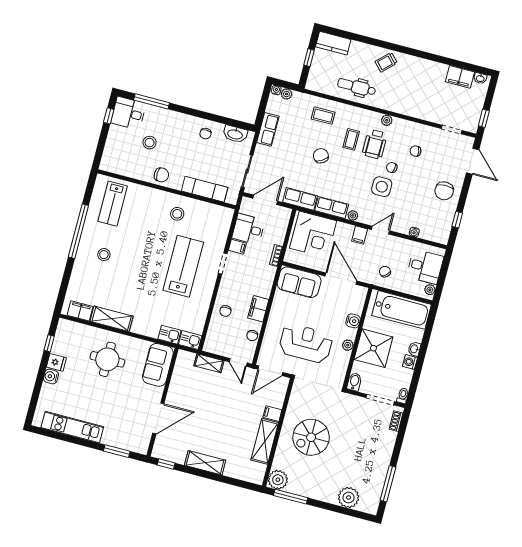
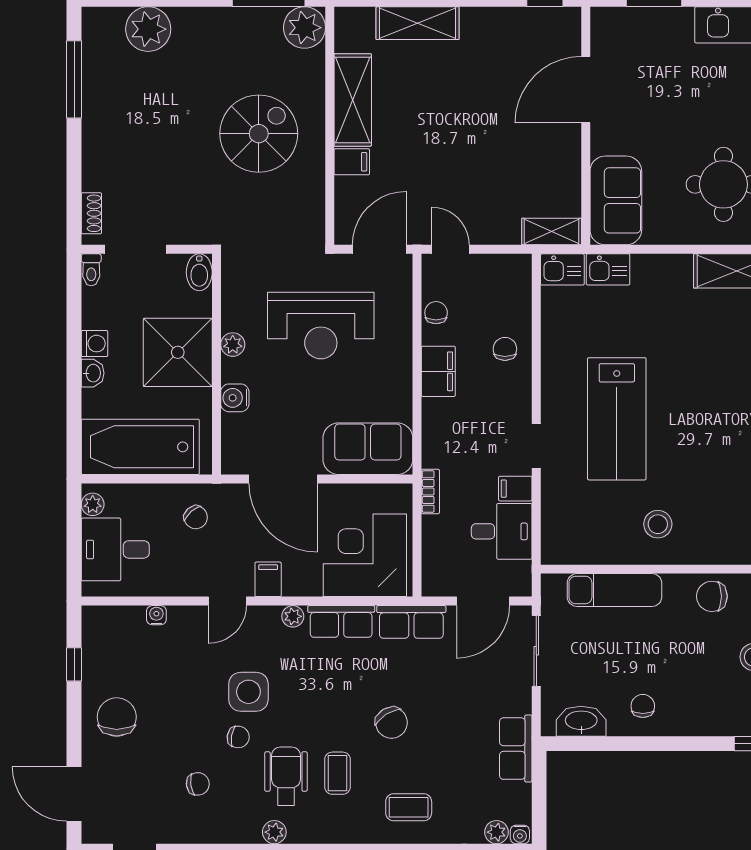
shelving: (209, 363) -> (552, 232), moved
shelving: (205, 463) -> (418, 23), moved

